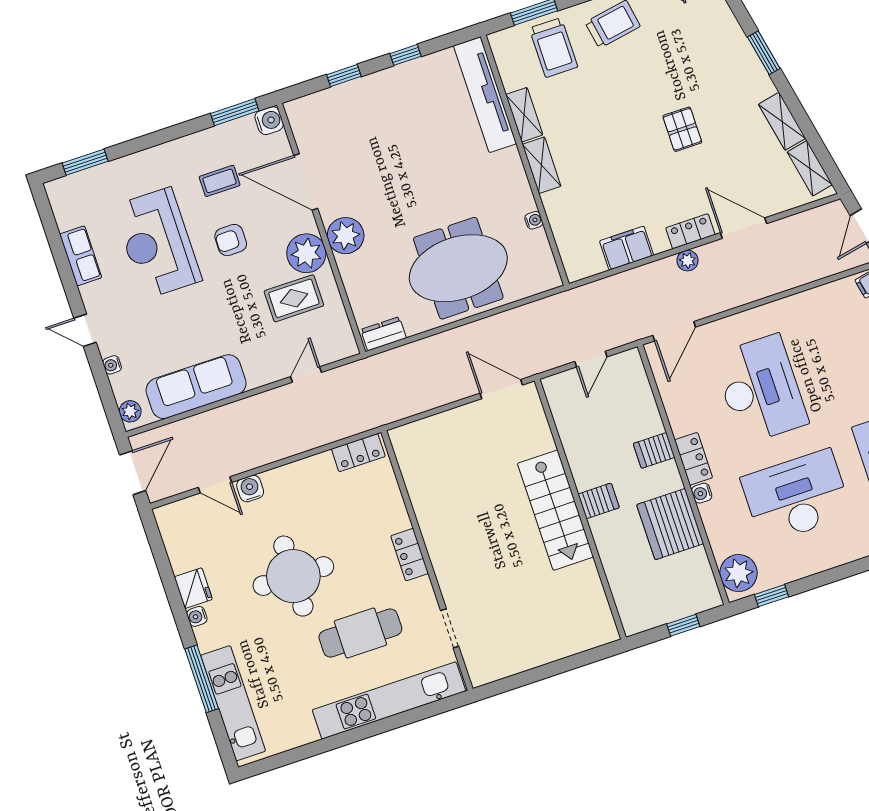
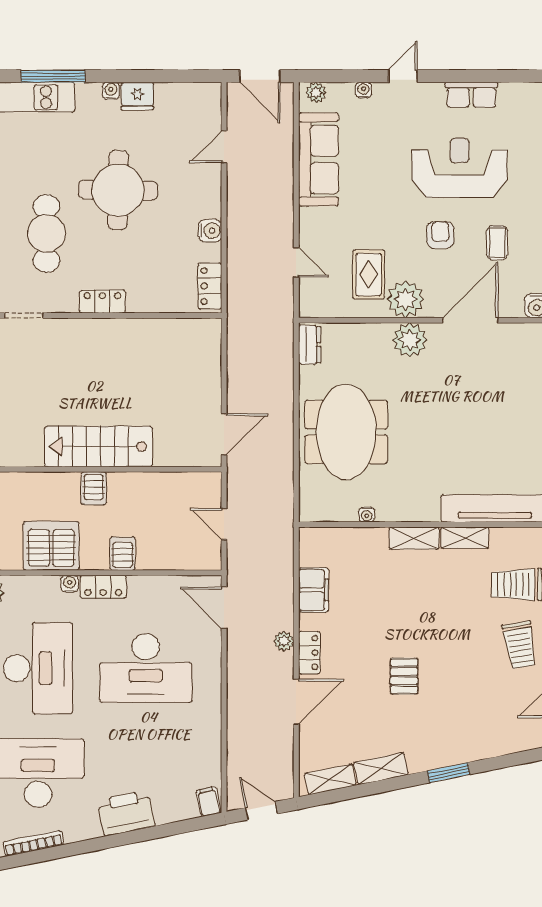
pallet: (682, 129) -> (404, 676), turned 90
water cooler: (250, 489) -> (210, 231), moved

